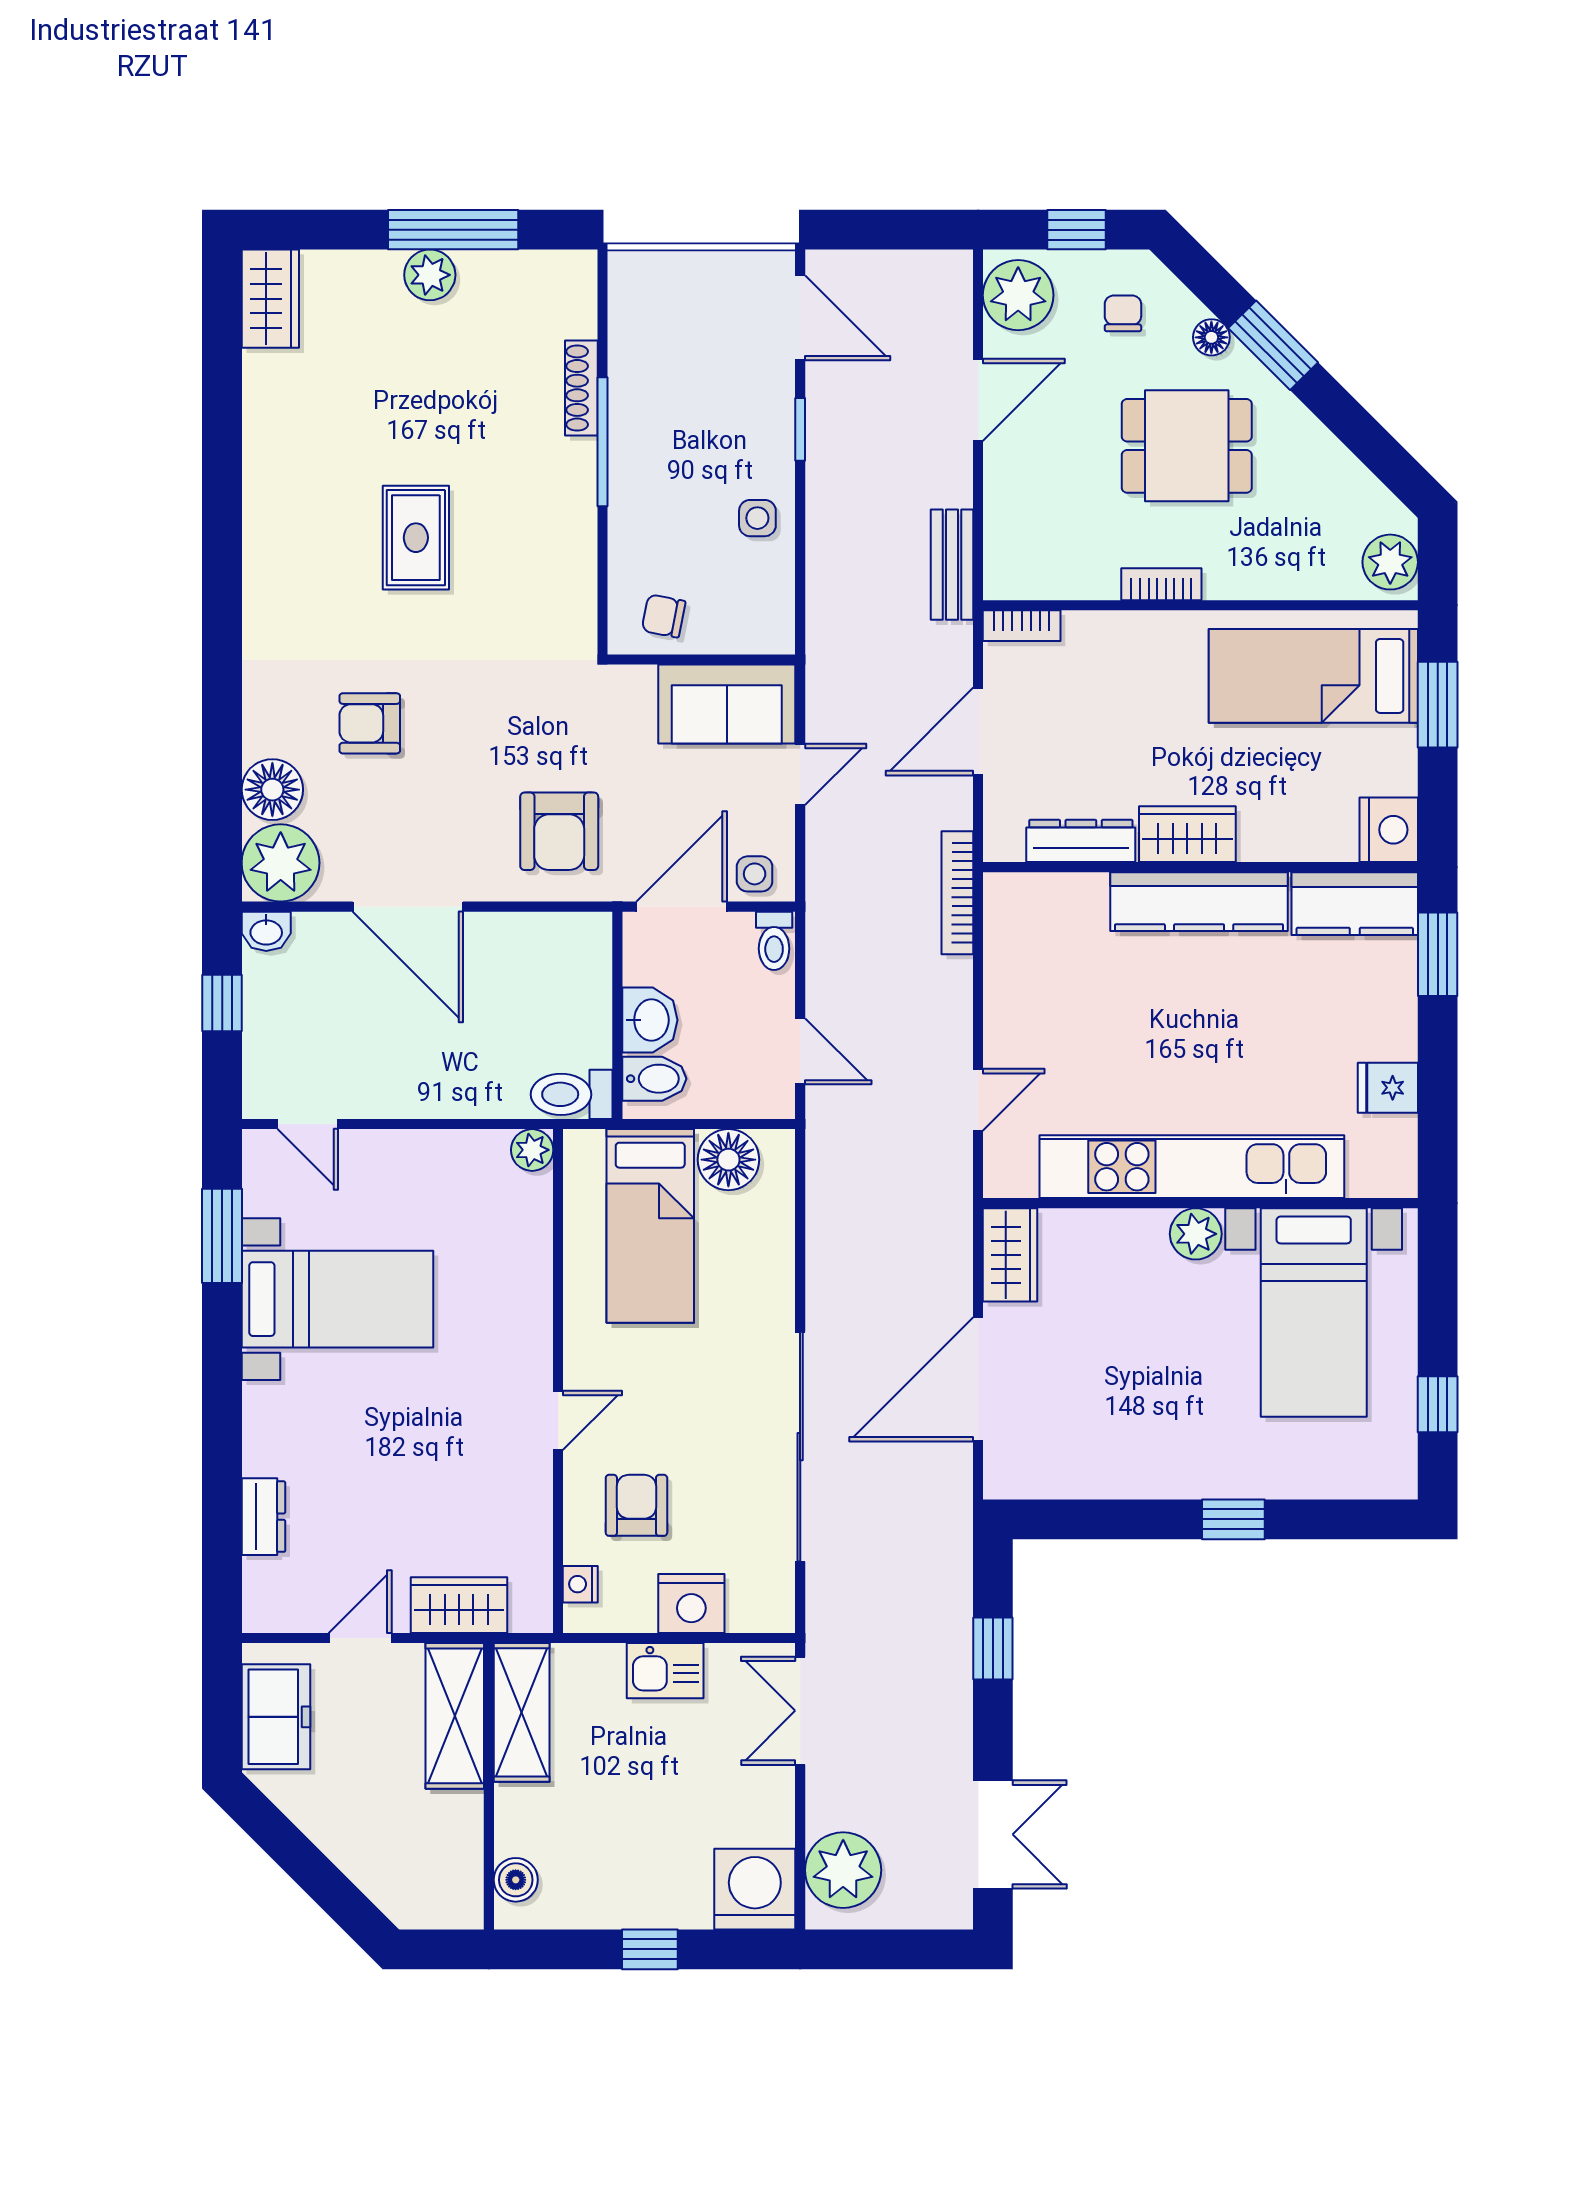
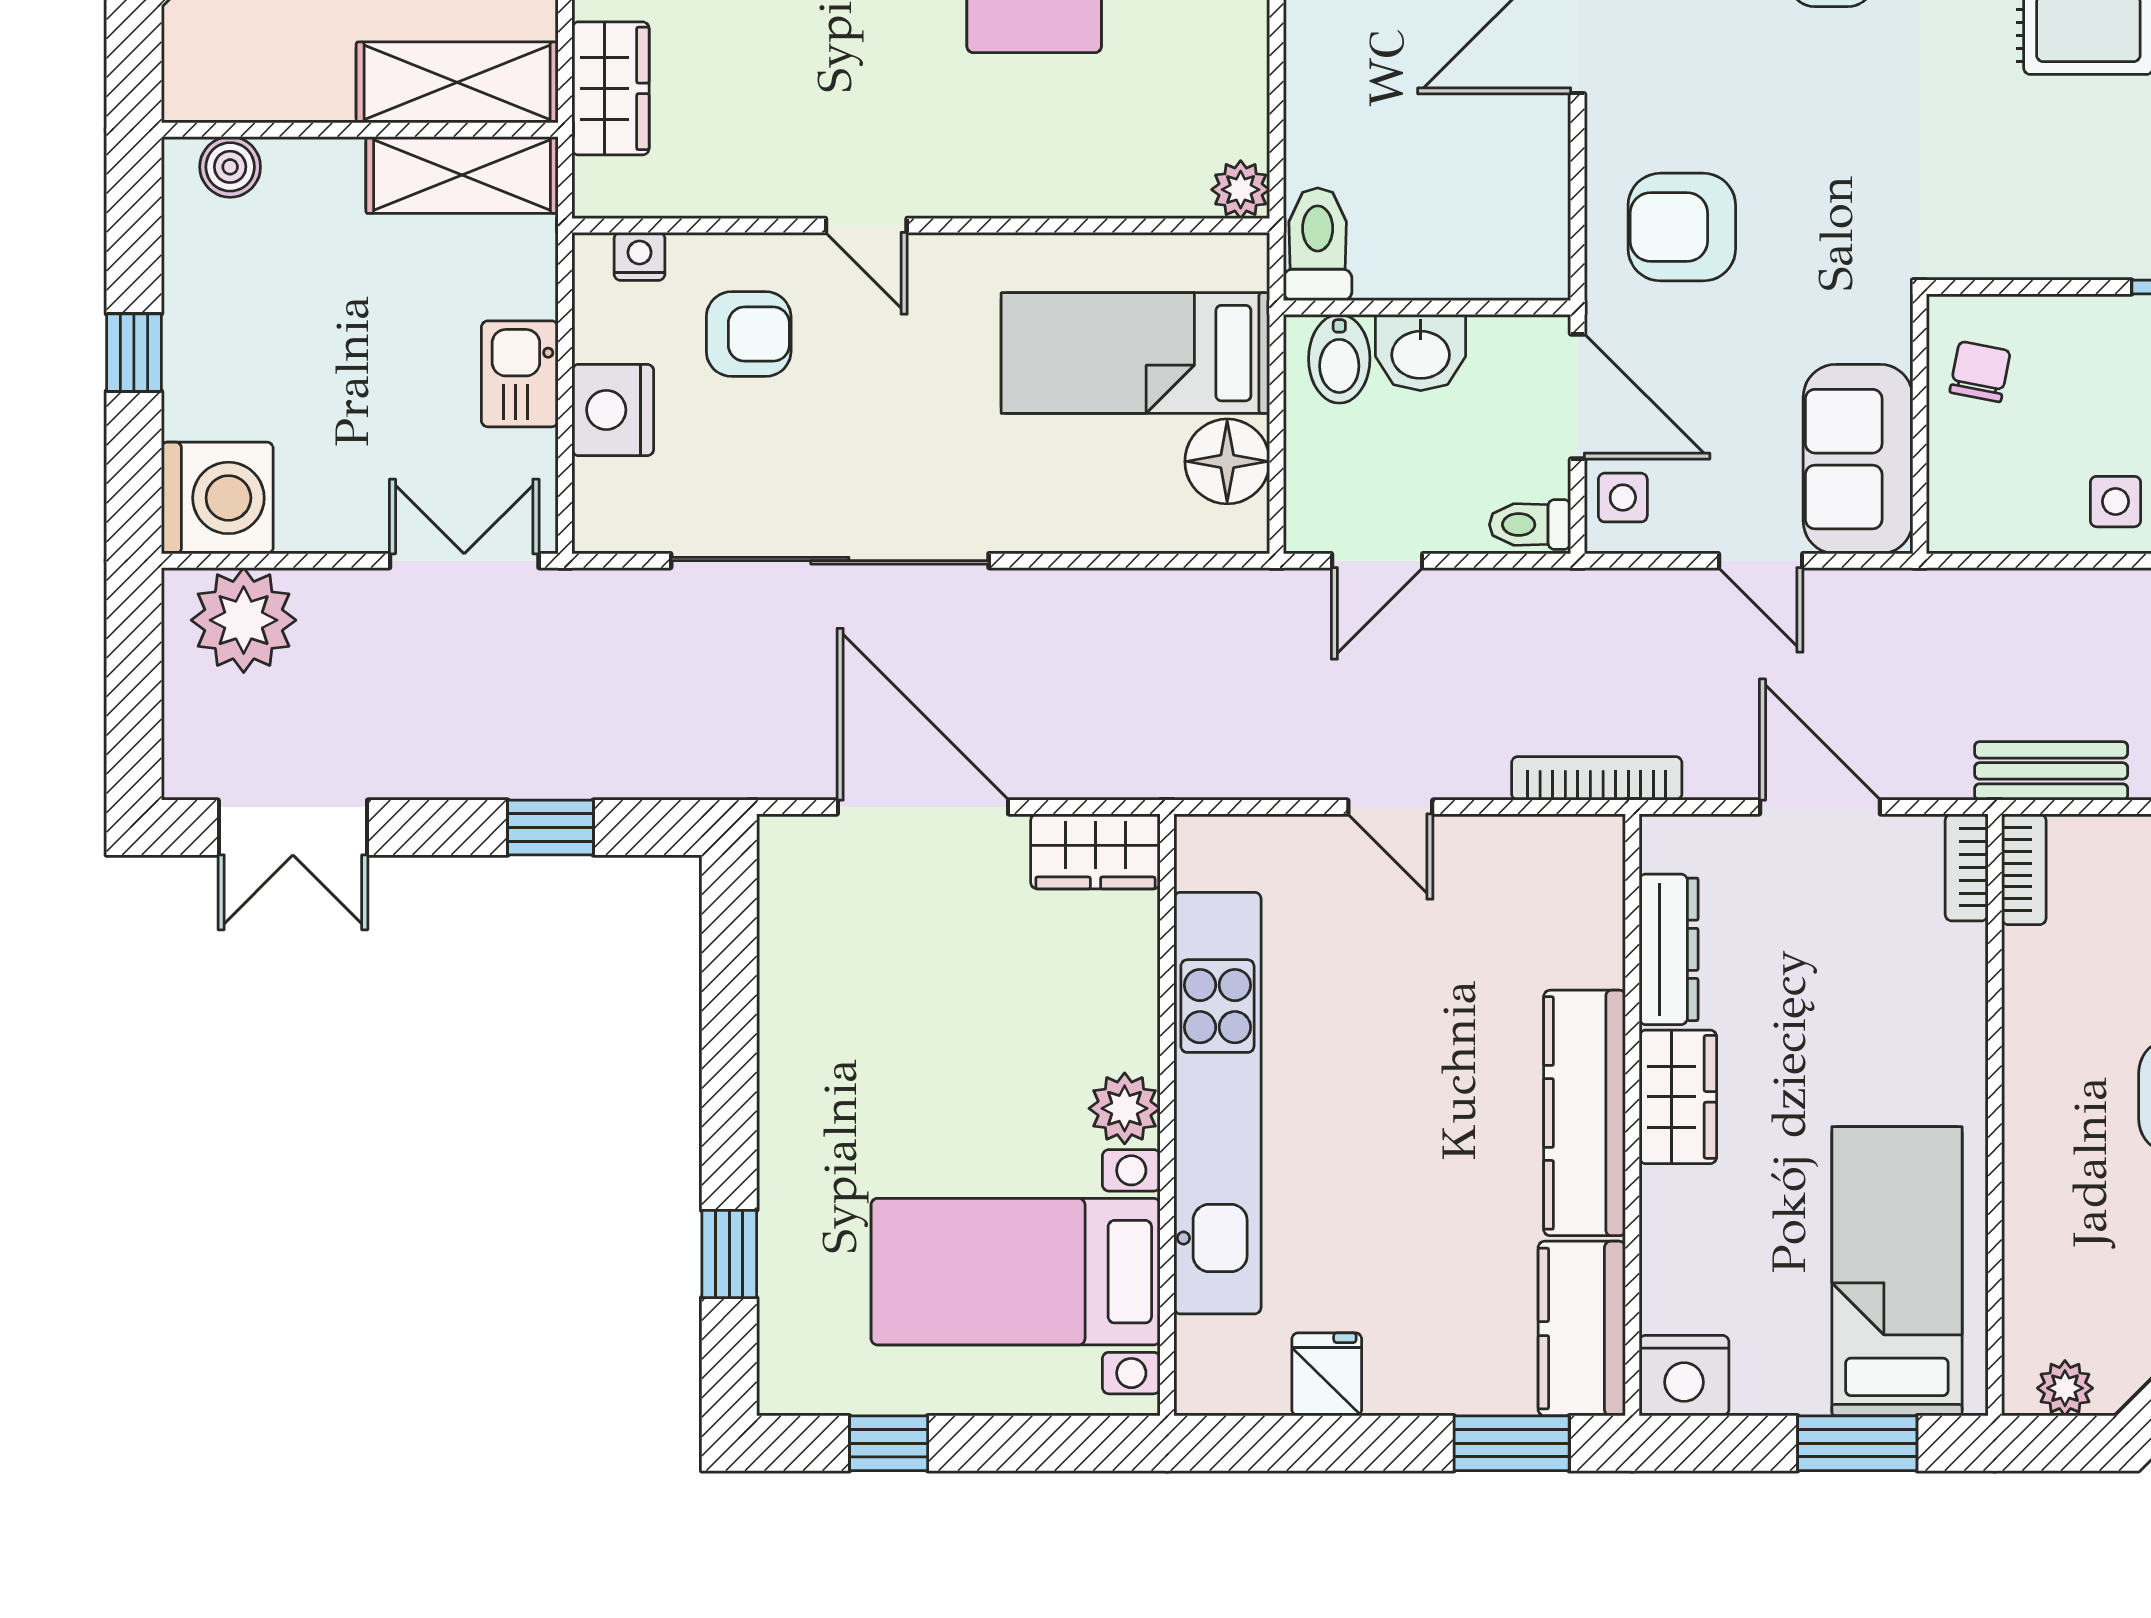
plant: (1390, 562) -> (2065, 1388), width x0.73, depth x0.73
bookcase: (1161, 584) -> (2024, 869), moved
door: (978, 1100) -> (1390, 807), moved
window: (1233, 1519) -> (729, 1254), moved

